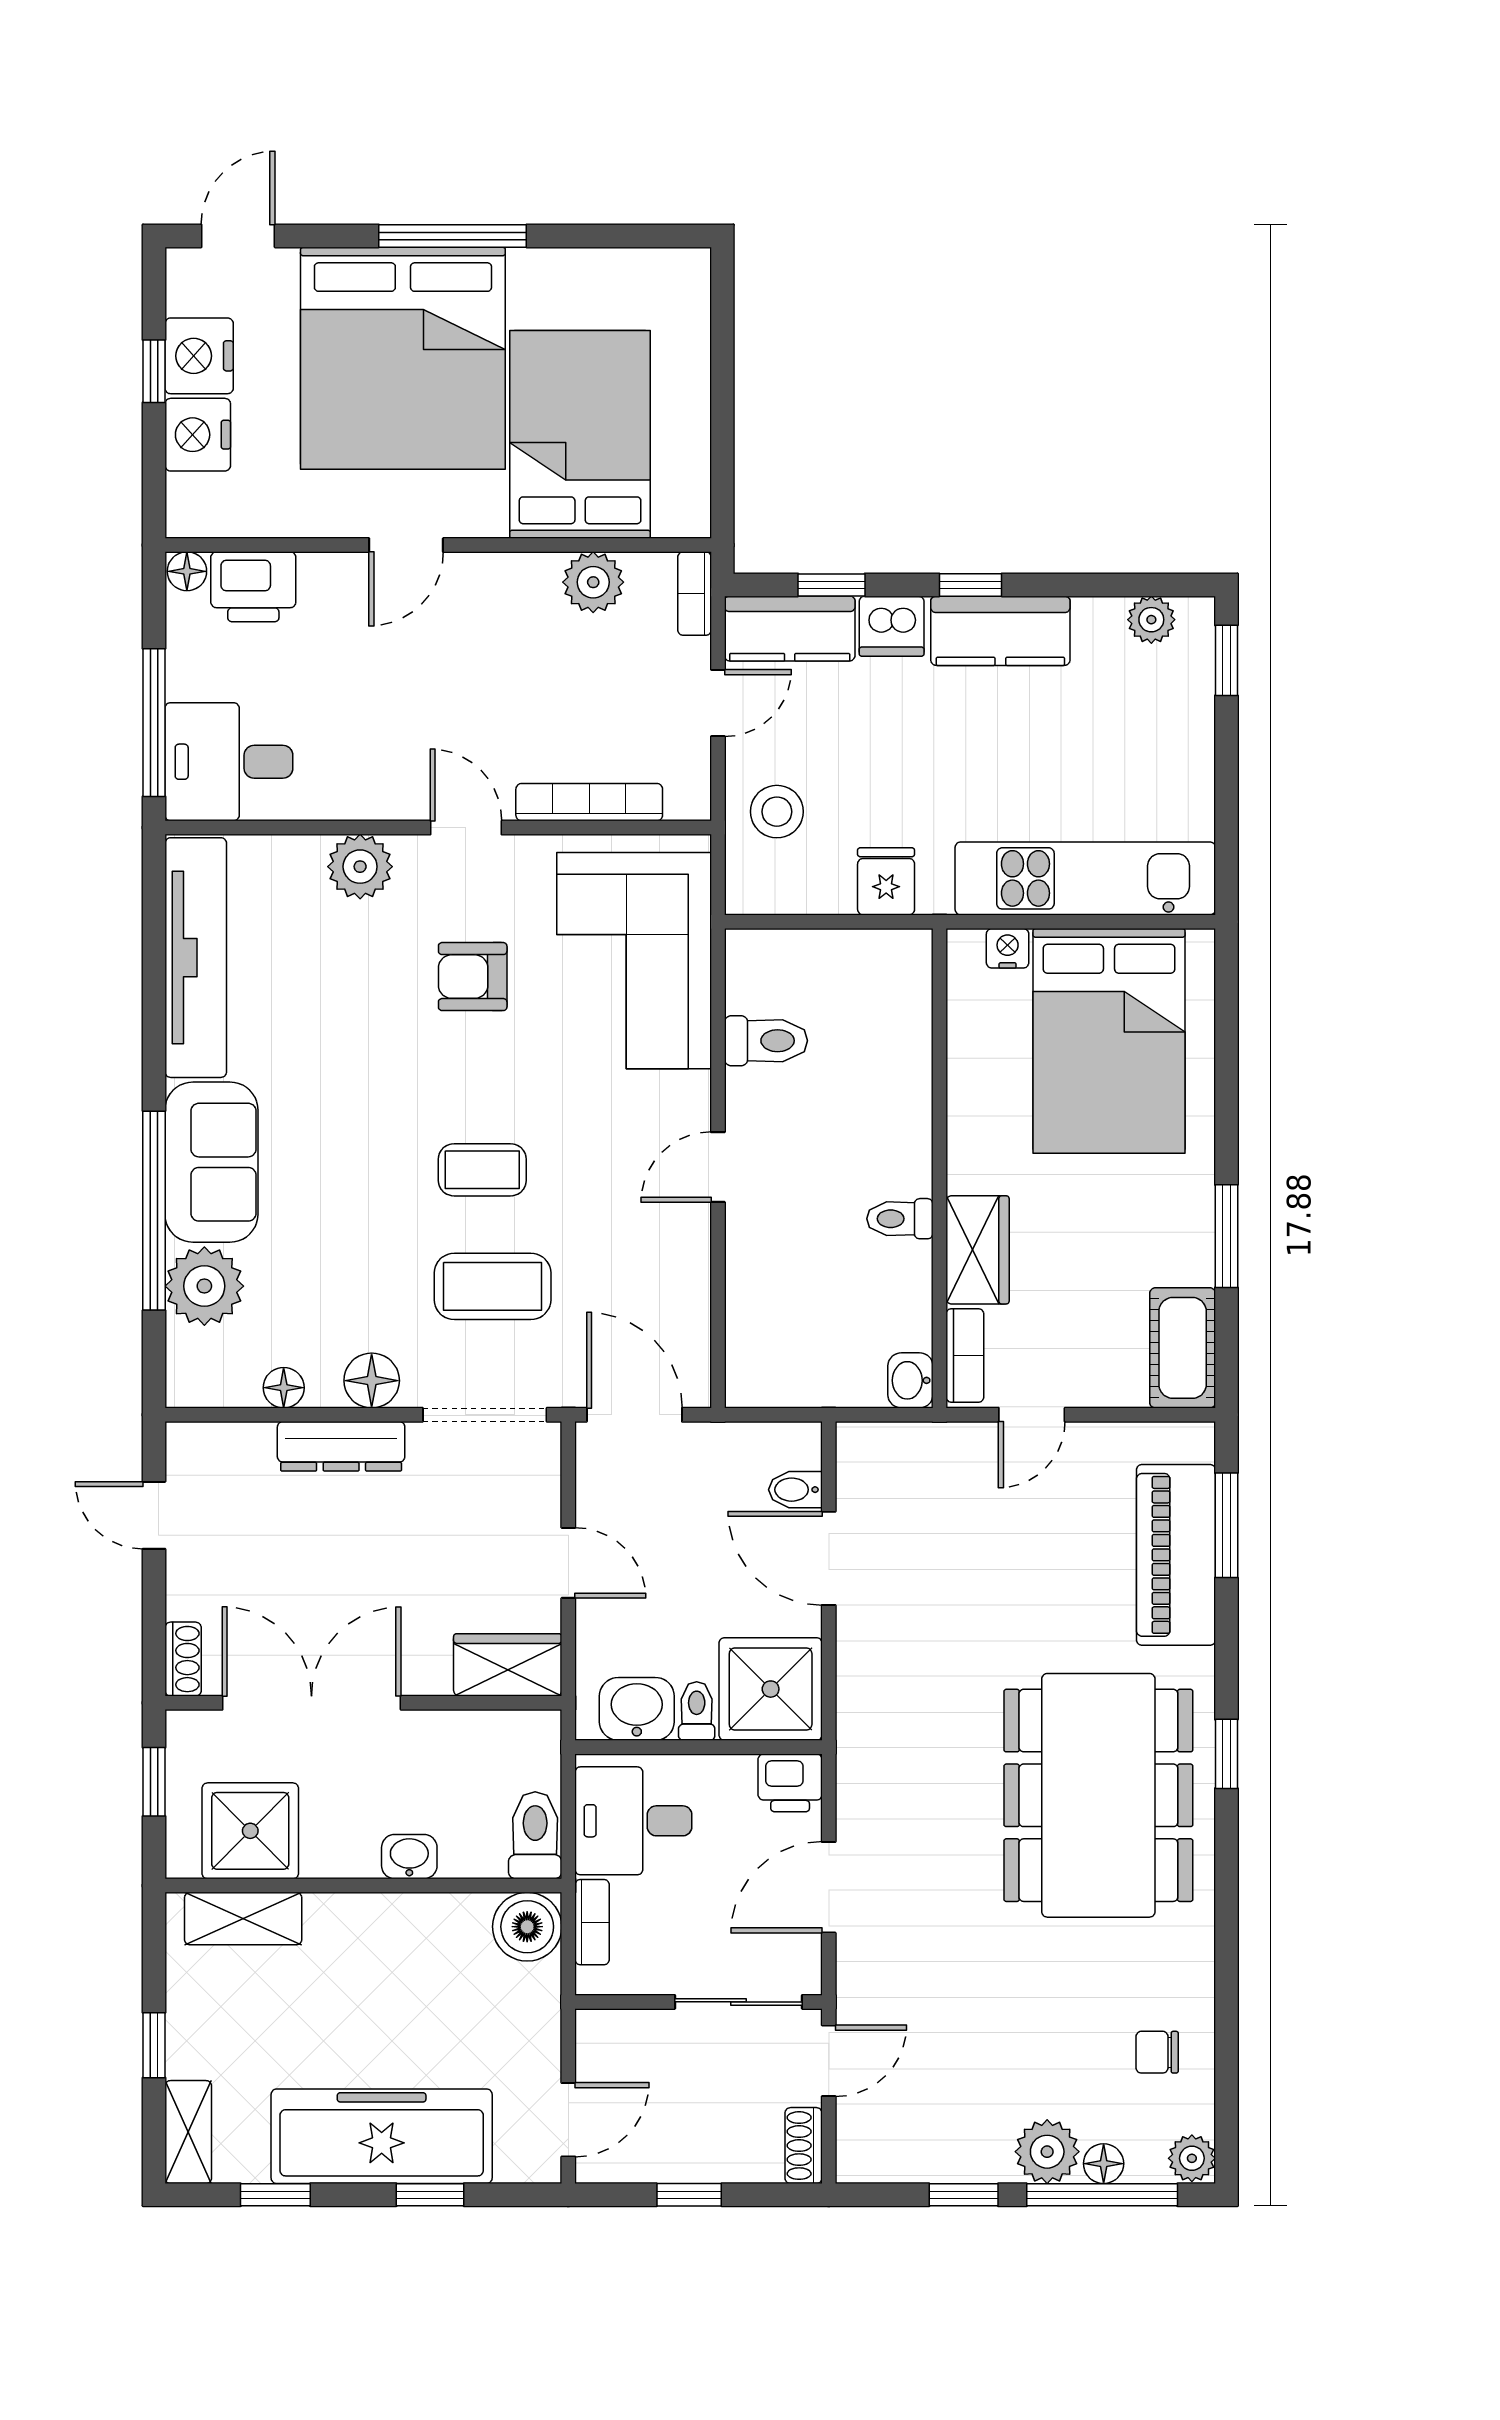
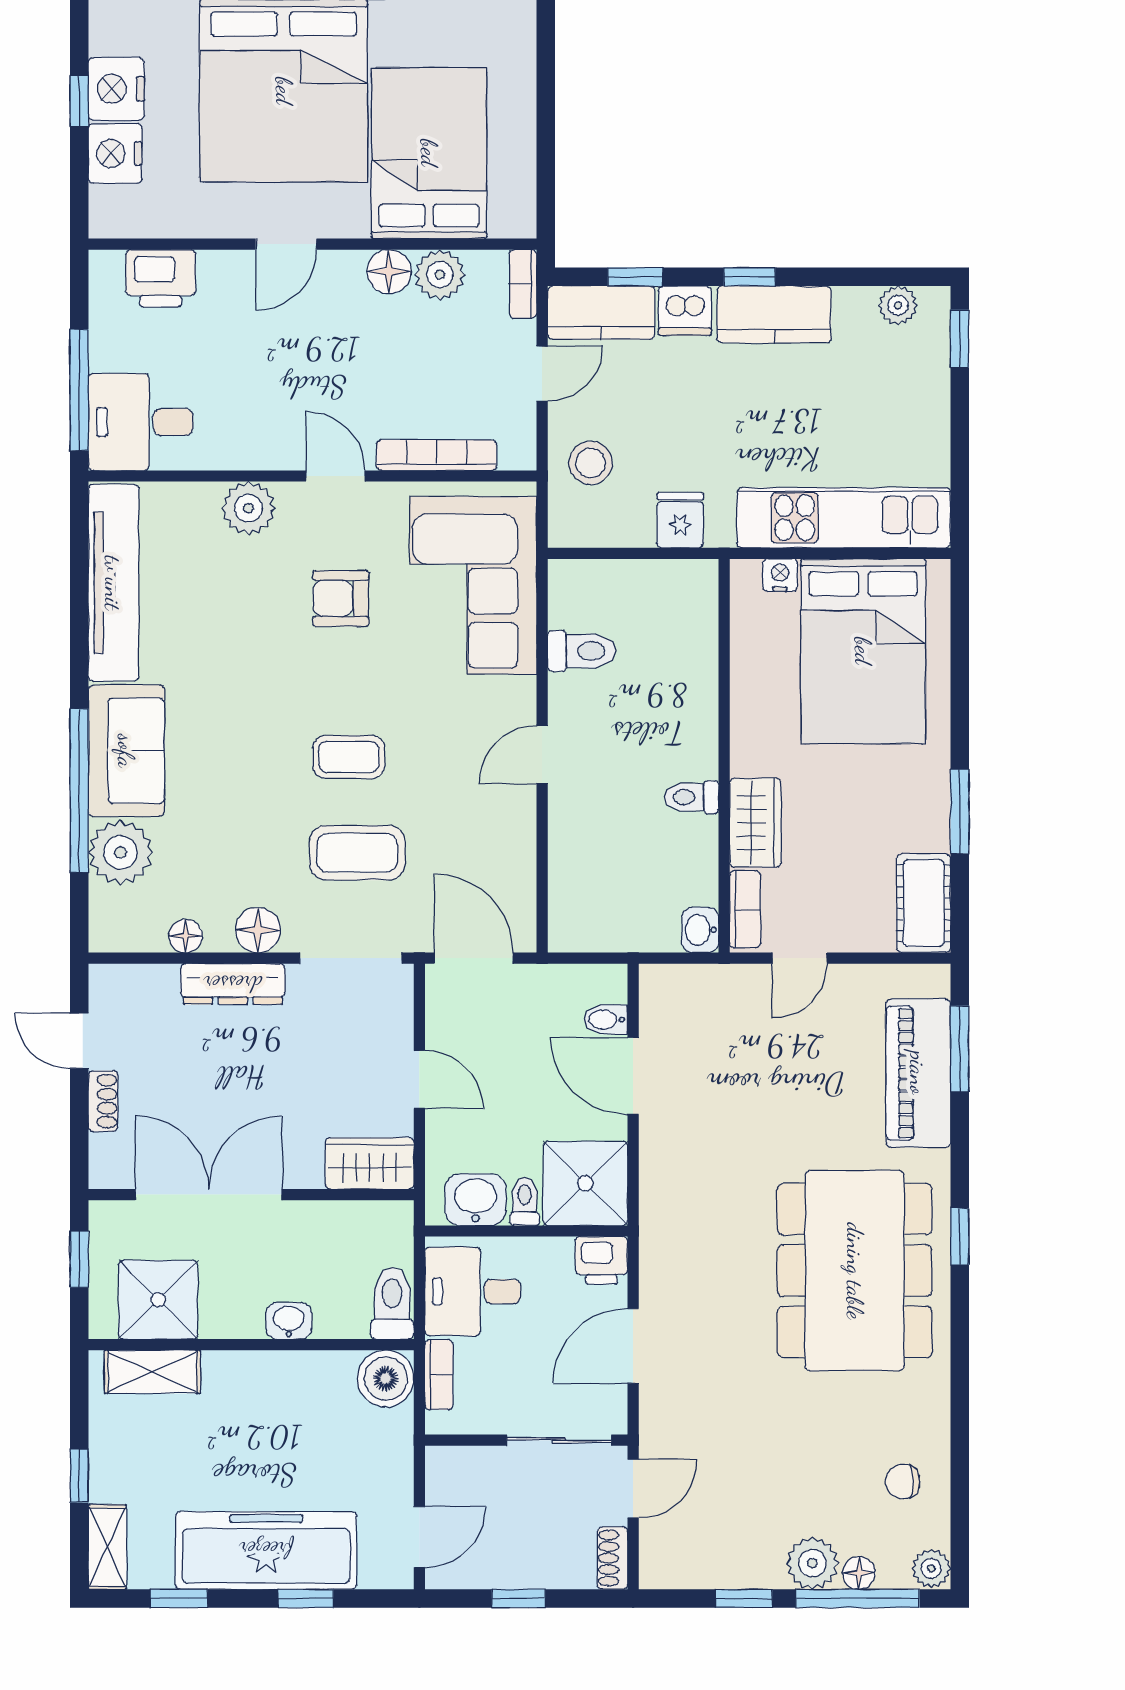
floor lamp: (187, 571) -> (389, 272), moved, width x1.37, depth x1.37
shoe rack: (183, 1659) -> (103, 1101), moved

